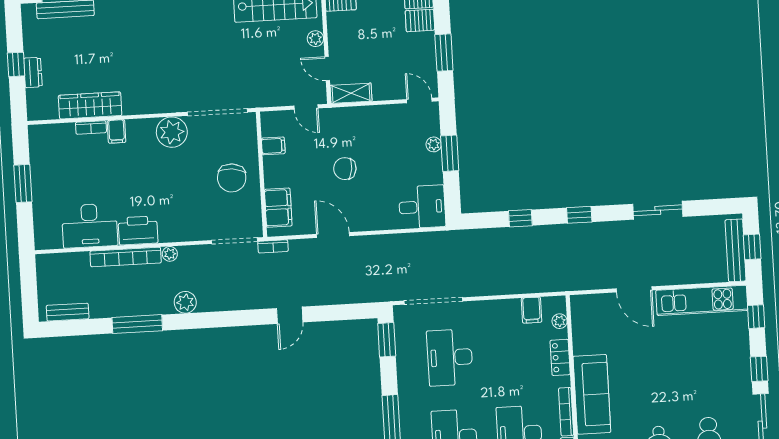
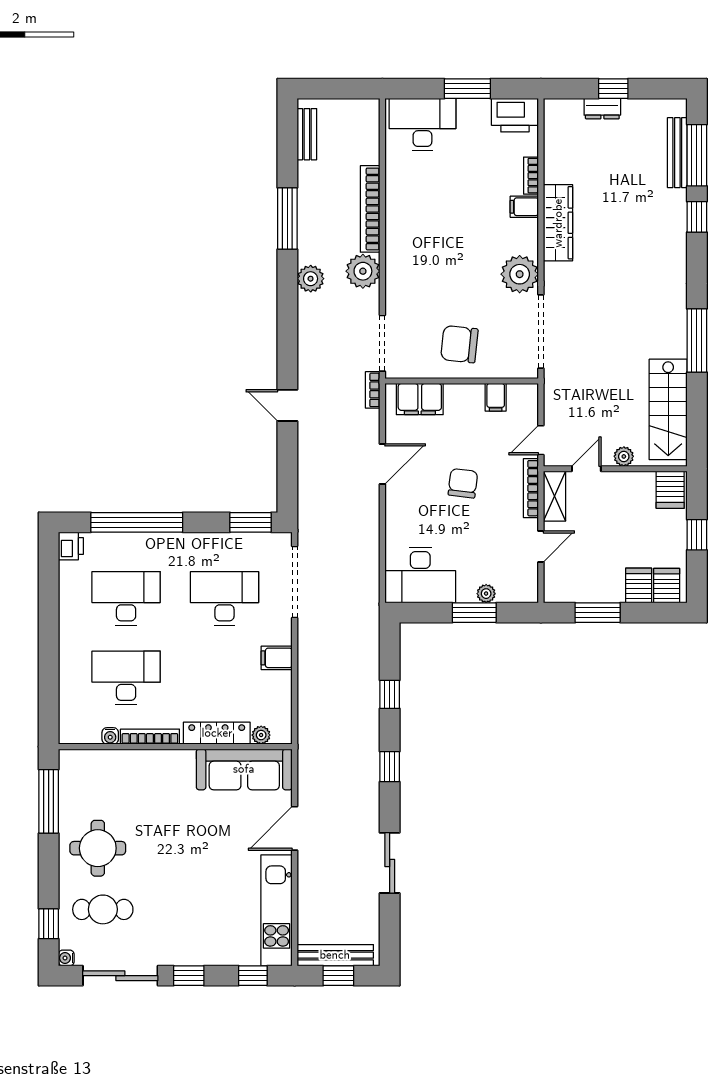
door: (419, 100) -> (541, 547), moved
wardrobe: (90, 105) -> (558, 223), moved
bookcase: (346, 113) -> (531, 488), added
desk: (422, 207) -> (420, 575), width x1.37
desk: (90, 226) -> (422, 124), moved, turned 90
printer: (138, 230) -> (515, 115), moved, turned 90
plant: (170, 254) -> (363, 271), width x1.88, depth x1.88
filing cabinet: (531, 310) -> (277, 658), moved
locker: (560, 357) -> (217, 733), width x1.53
sofa: (592, 394) -> (244, 769), moved

